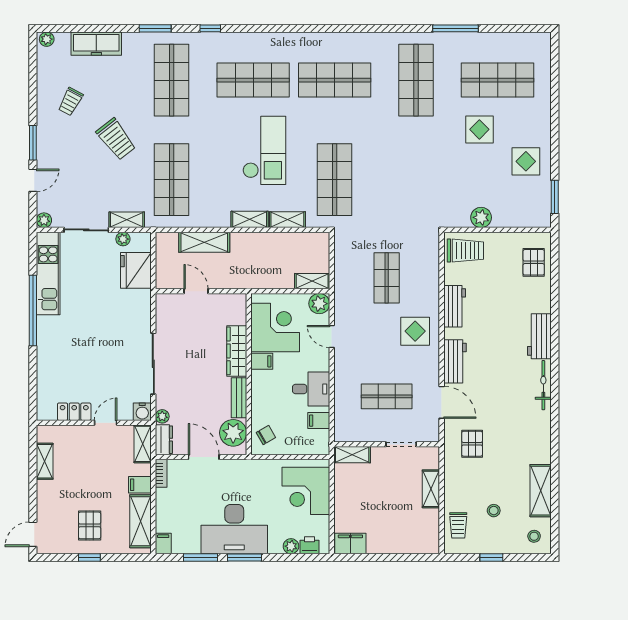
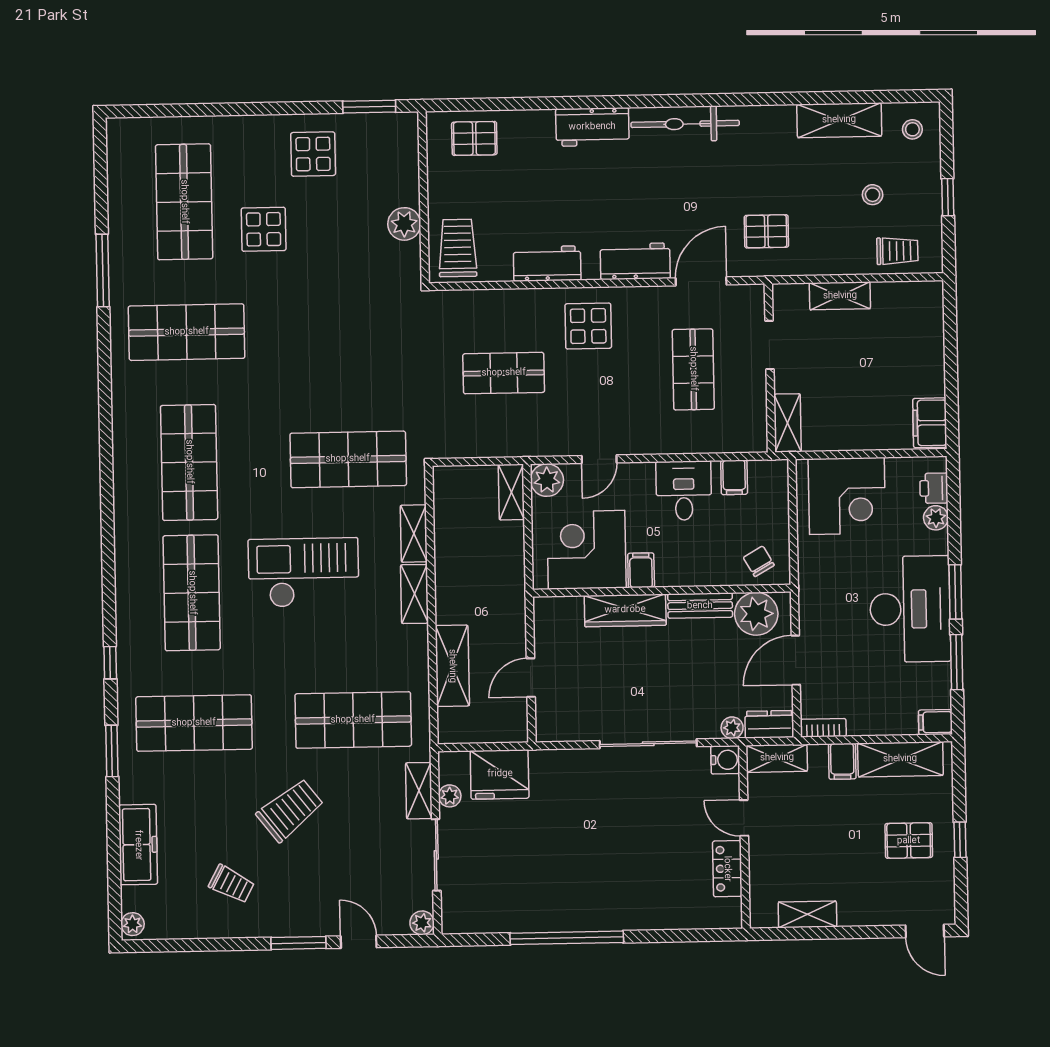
kitchen unit: (48, 273) -> (507, 915), removed
bicycle: (543, 385) -> (685, 124), width x1.37, depth x1.40

